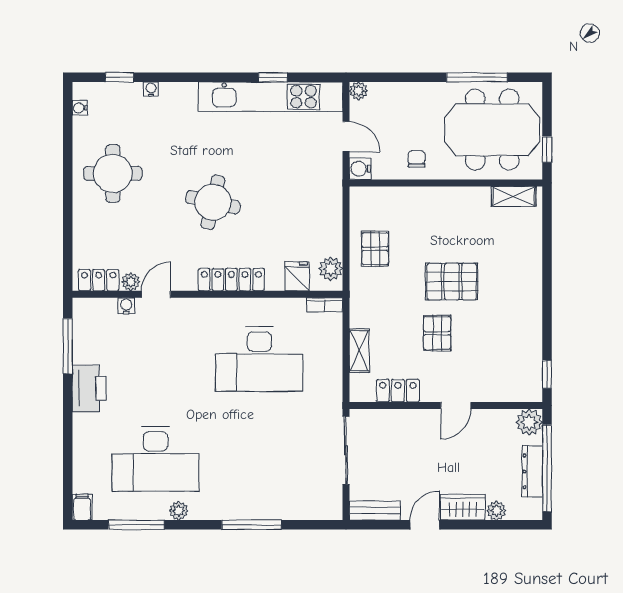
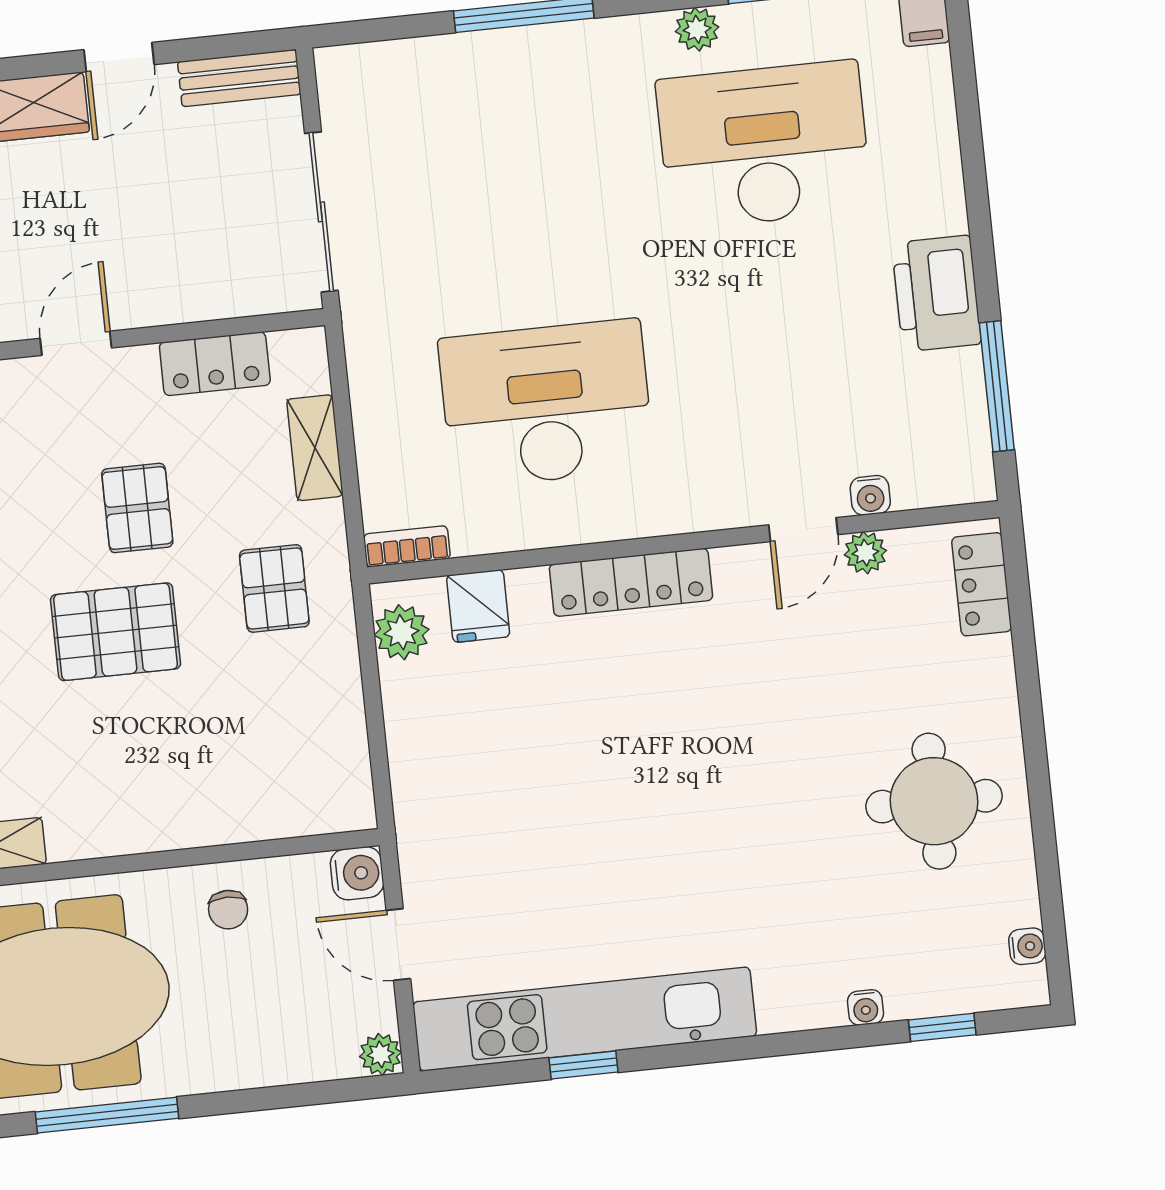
round table: (213, 202) -> (693, 759), removed
pallet: (375, 249) -> (274, 588), moved
locker: (99, 280) -> (982, 584), moved, turned 90

